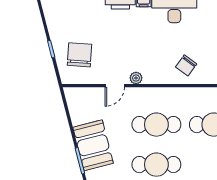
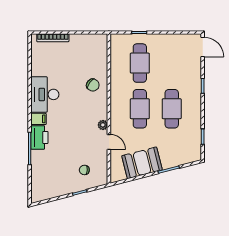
chair: (79, 55) -> (84, 170), width x0.54, depth x0.54
booth: (93, 145) -> (142, 163), moved

